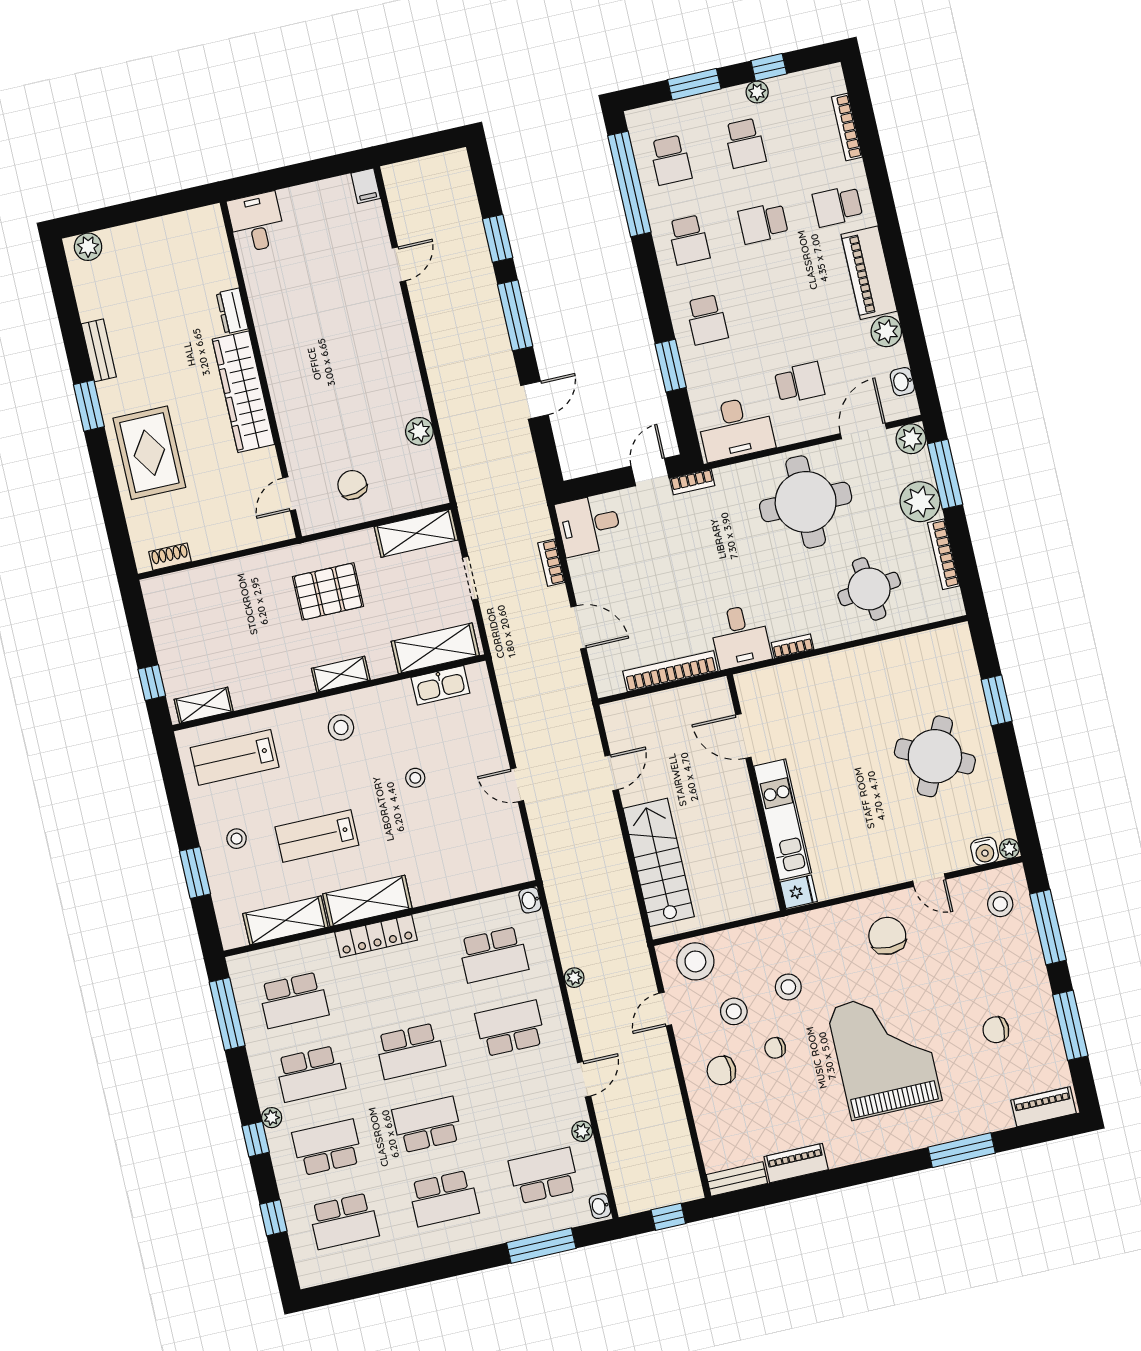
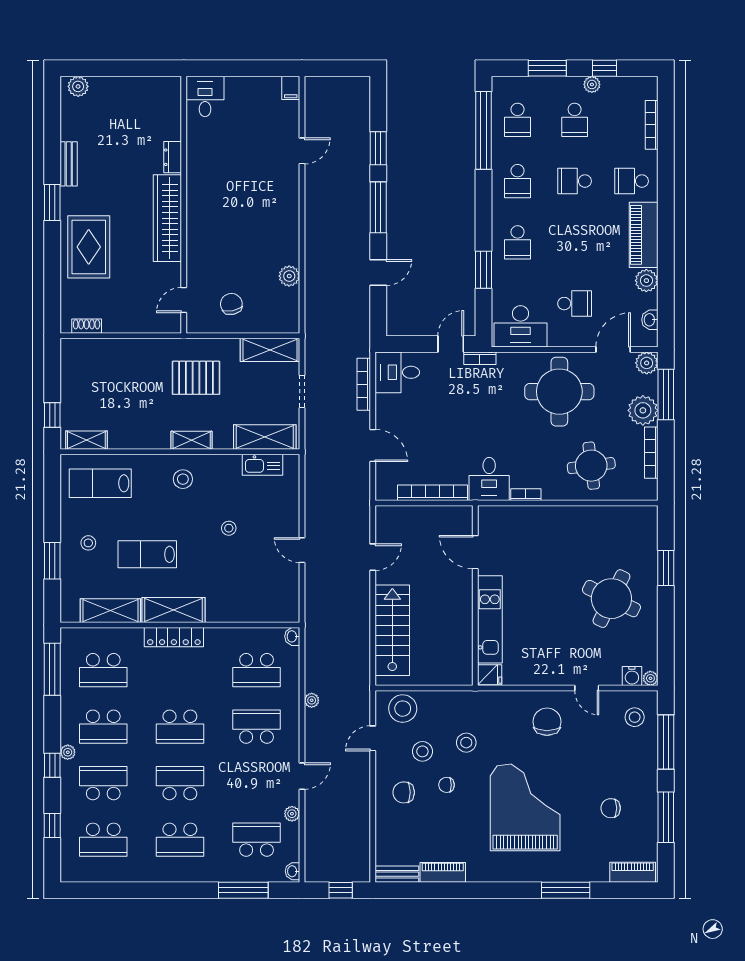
bookcase: (551, 563) -> (364, 384), width x1.56

